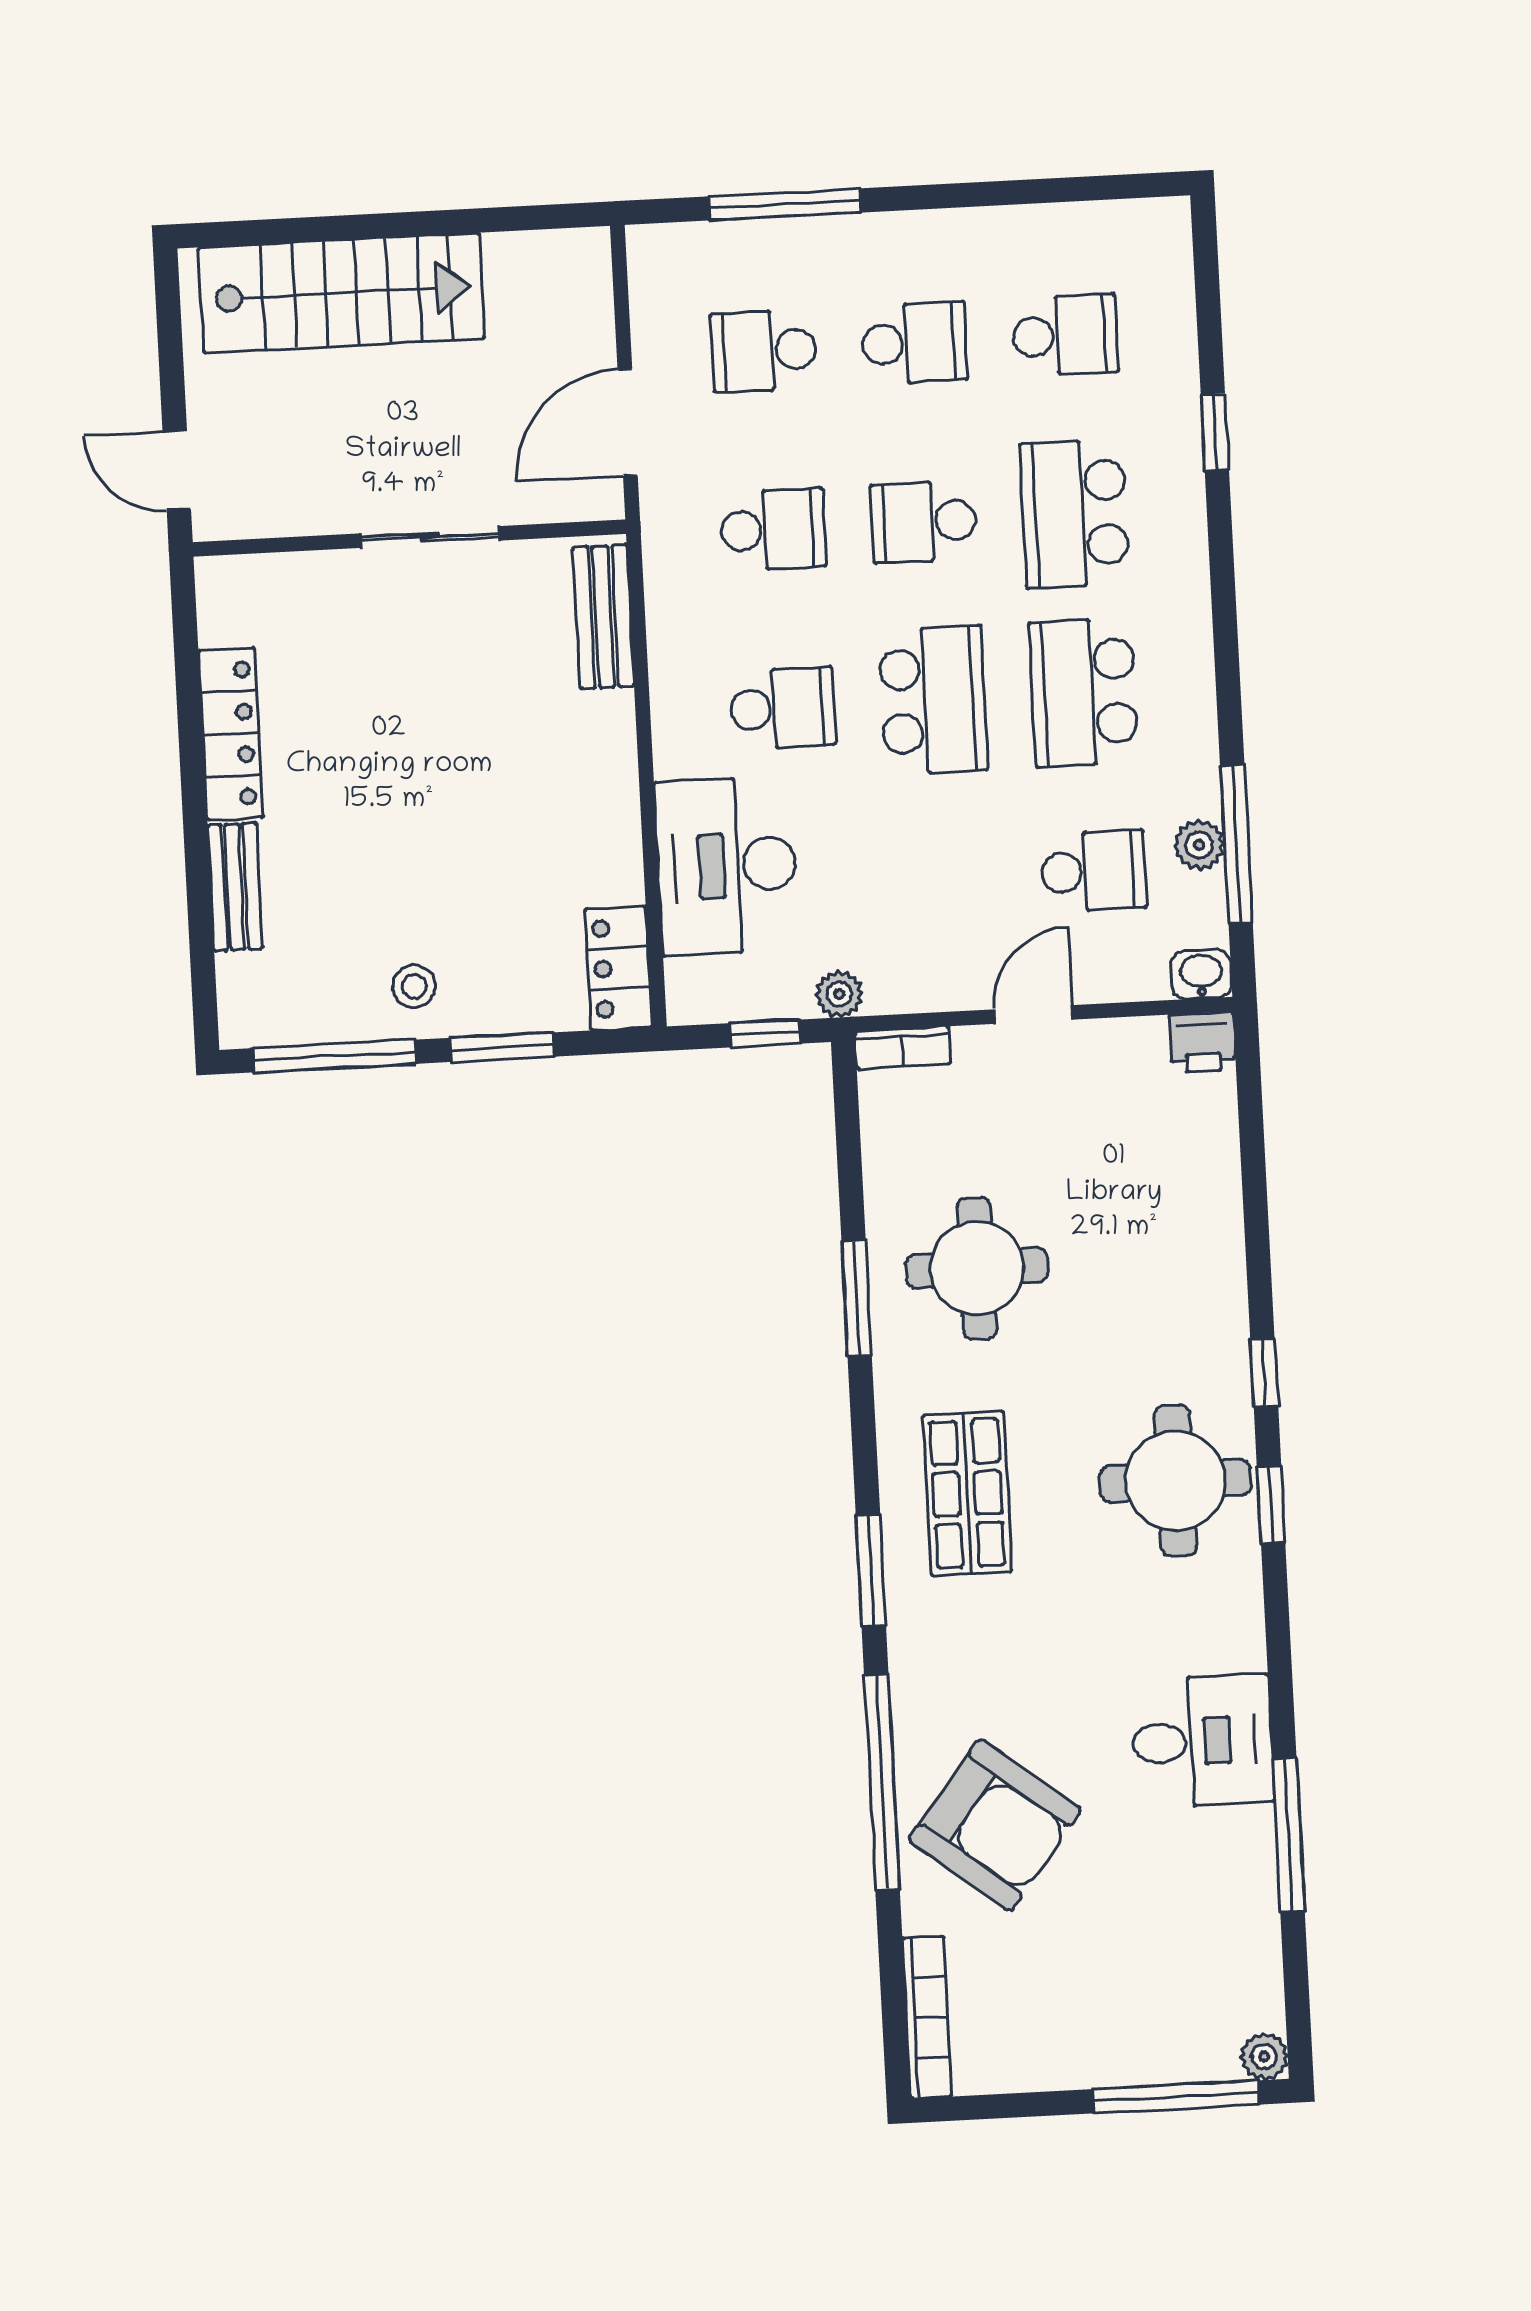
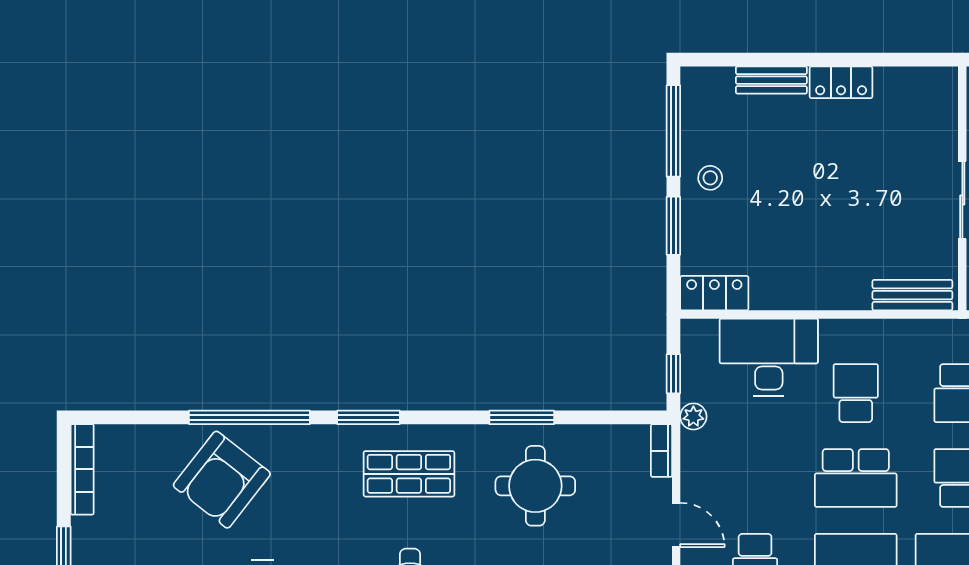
school desk: (782, 708) -> (856, 393), turned 180
locker: (231, 734) -> (841, 82), width x0.66
bookcase: (927, 2017) -> (82, 469), moved, turned -90

